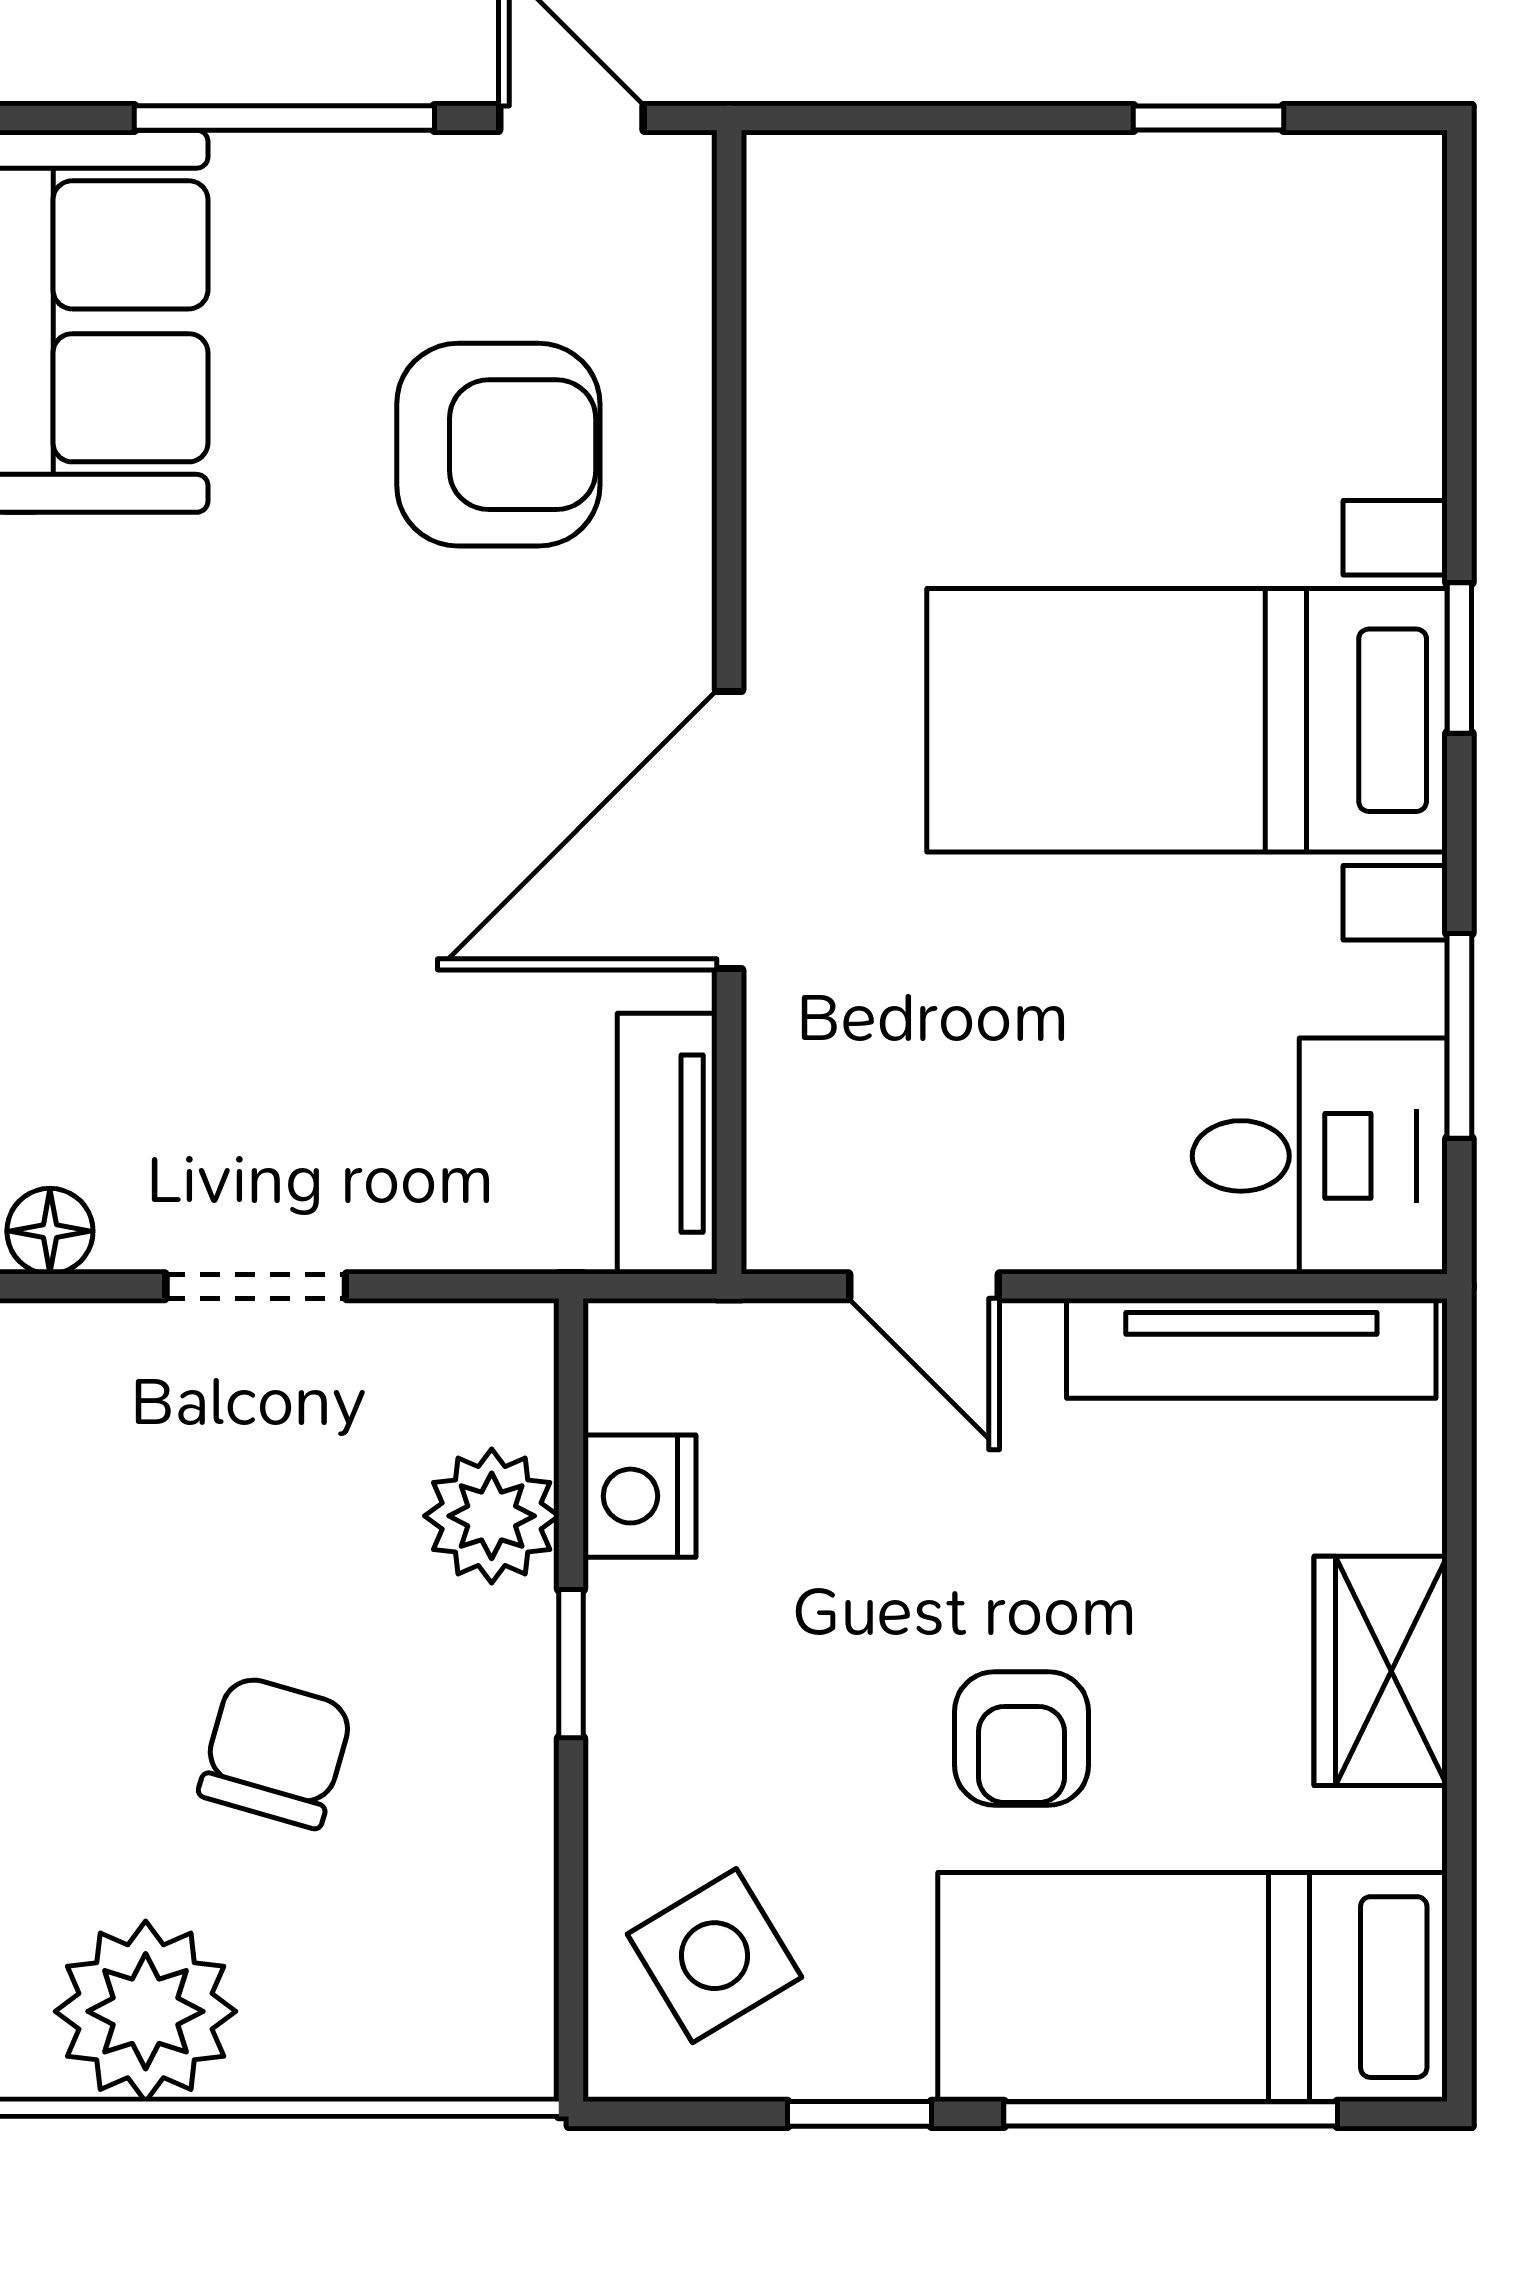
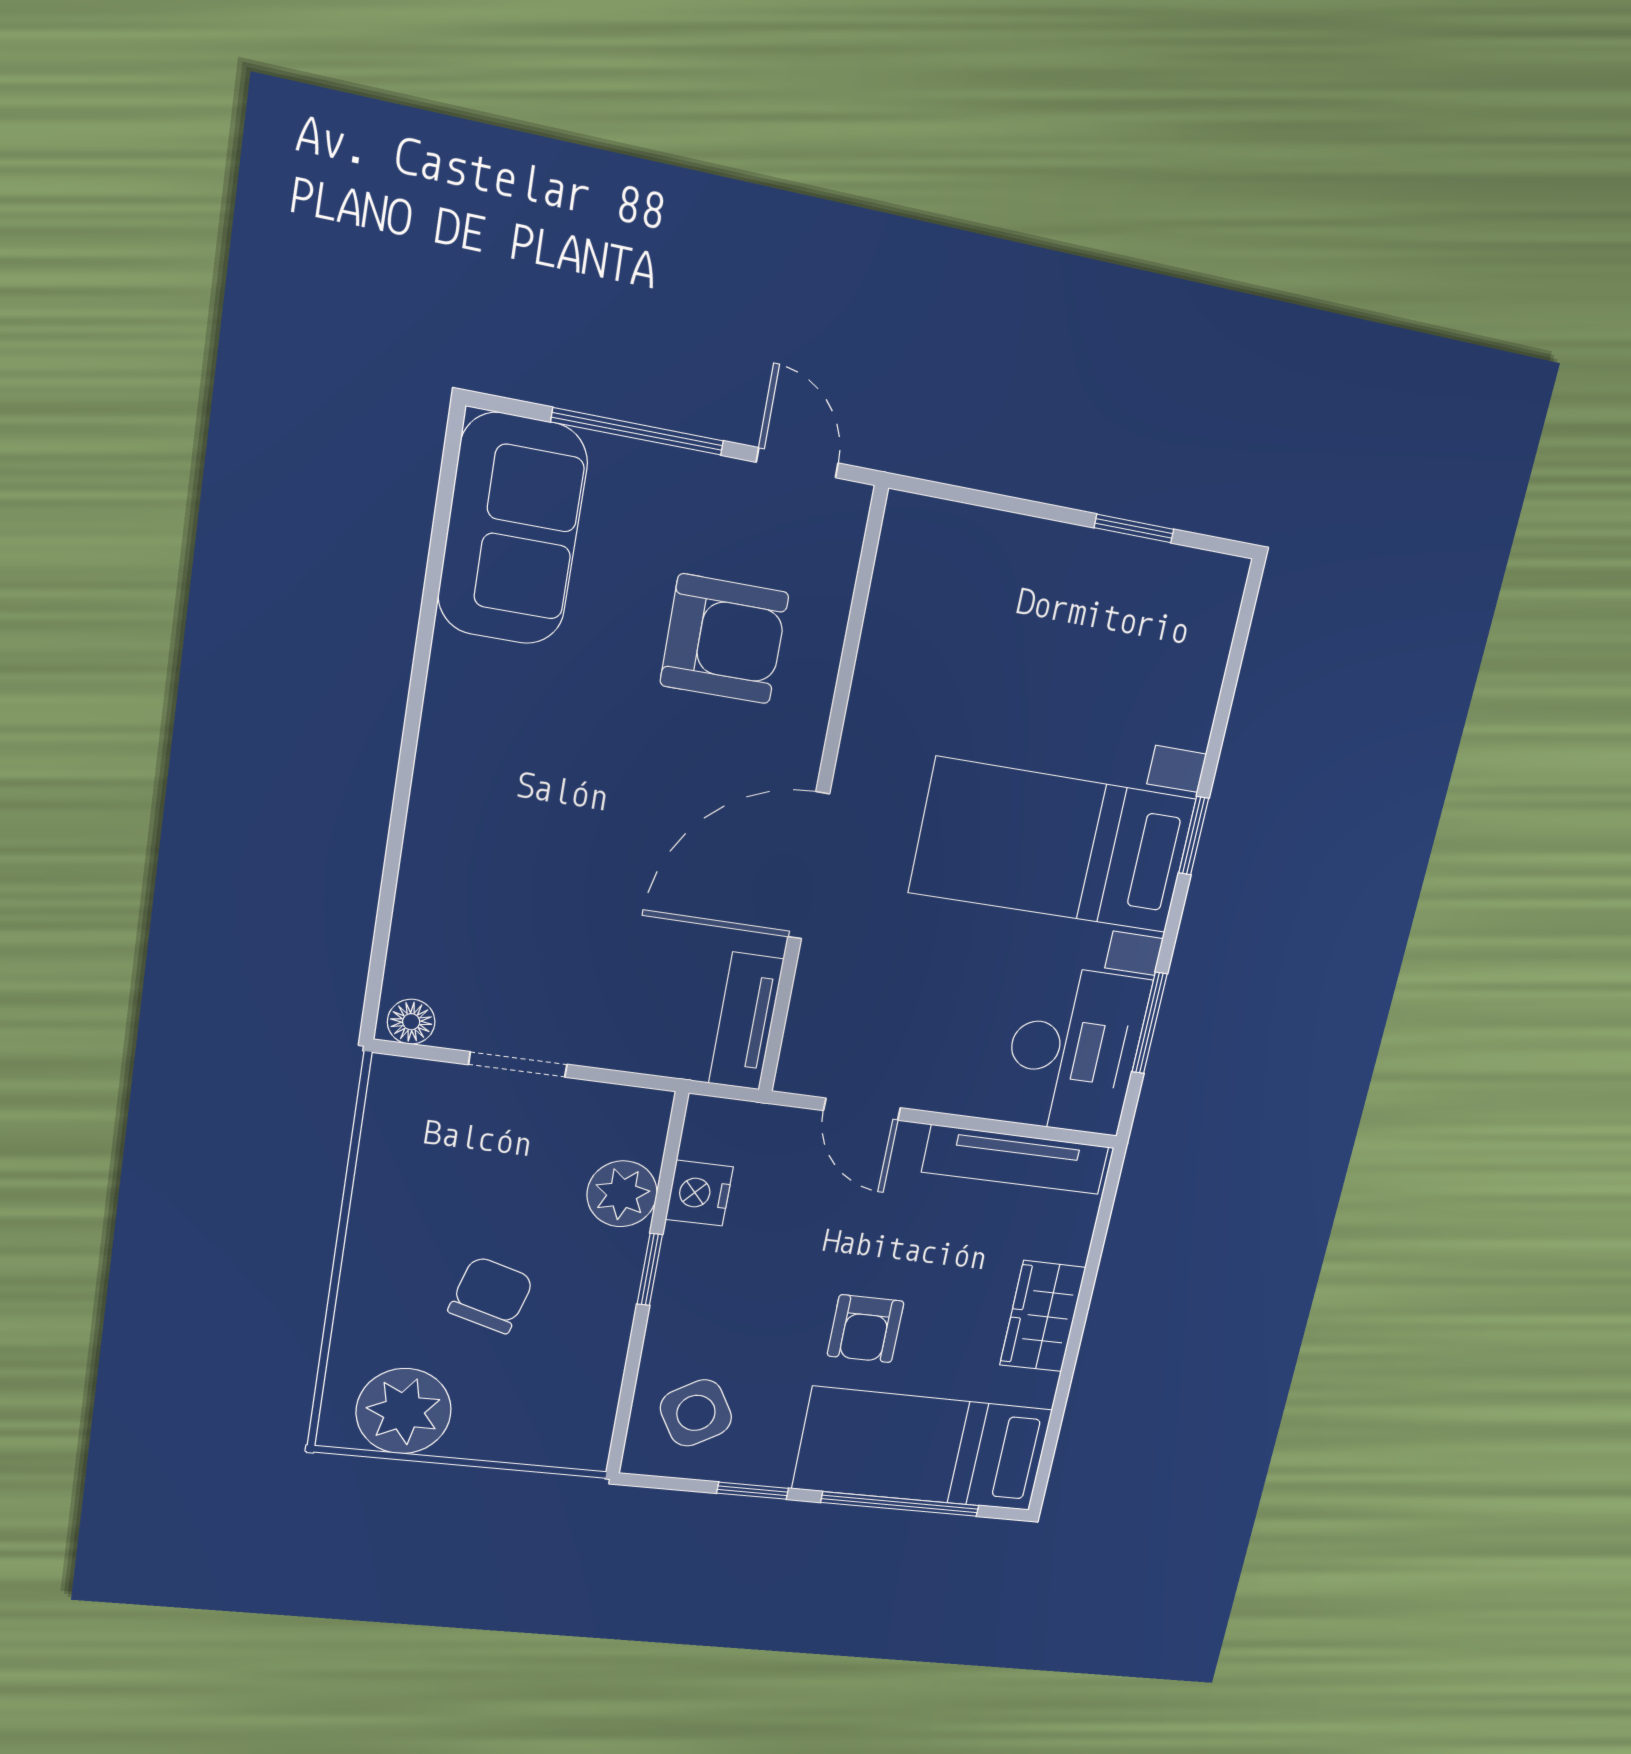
desk: (1320, 1156) -> (1074, 1050), width x1.37

